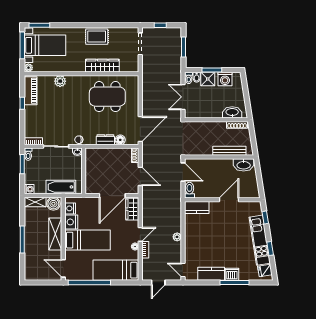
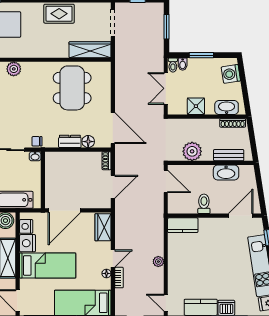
wardrobe: (102, 66) -> (90, 50), moved
shower: (208, 79) -> (196, 106), moved
washing machine: (225, 79) -> (231, 74), moved, turned 81
dining table: (107, 97) -> (72, 88), turned 90
door: (140, 129) -> (113, 128), hinge flipped
plant: (204, 148) -> (192, 151), added
bench: (229, 151) -> (229, 155), width x0.73
washbasin: (244, 165) -> (226, 173), moved
door: (140, 176) -> (113, 187), hinge flipped
toilet: (189, 190) -> (204, 204), moved
door: (112, 196) -> (64, 210), moved
door: (229, 200) -> (241, 216), moved

